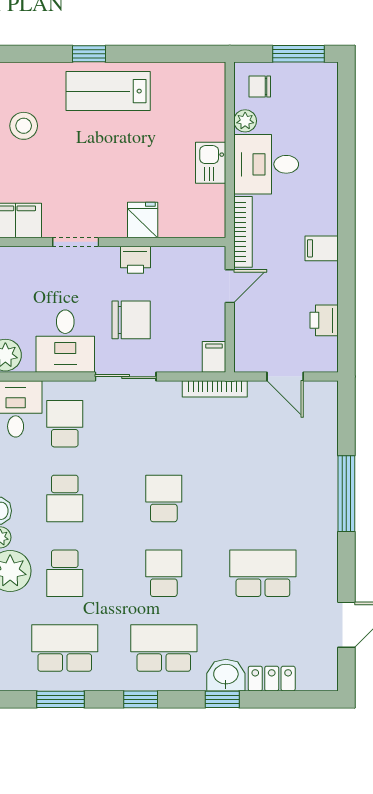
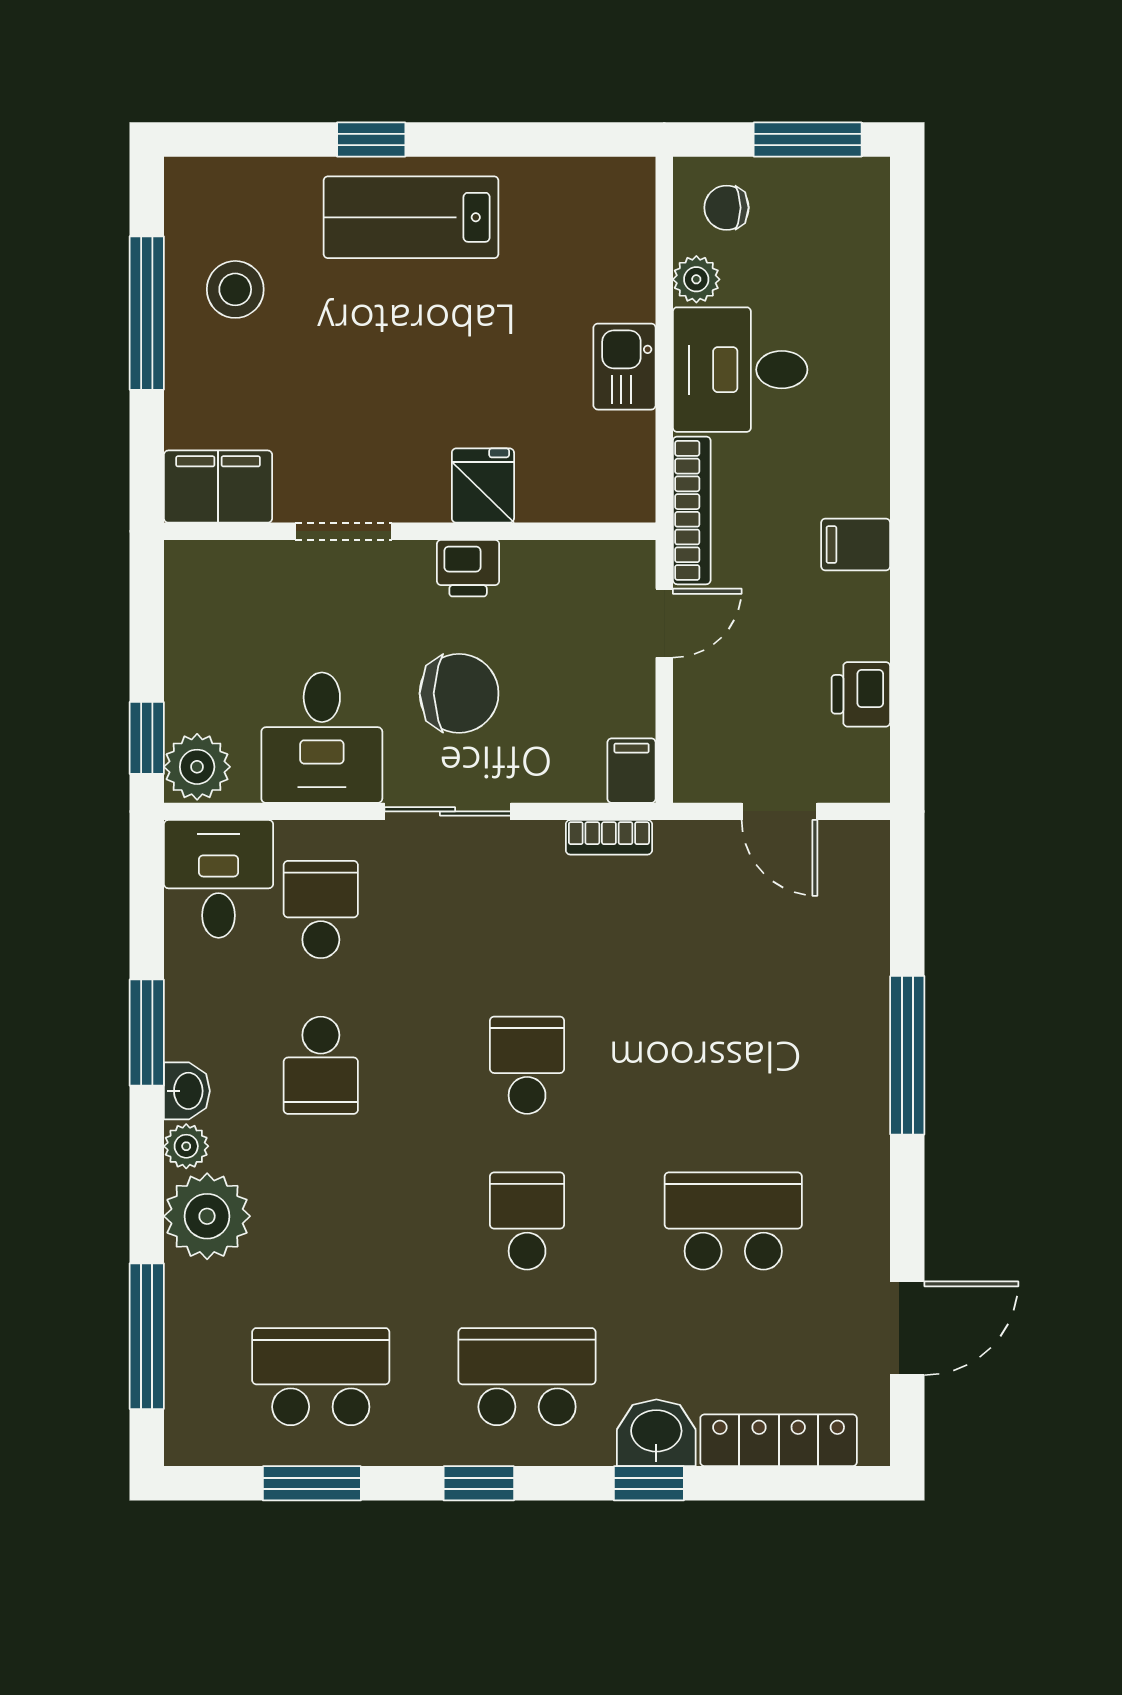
bookcase: (215, 389) -> (609, 837), width x0.64
school desk: (65, 573) -> (321, 1221), removed
locker: (272, 679) -> (779, 1440), width x1.53

